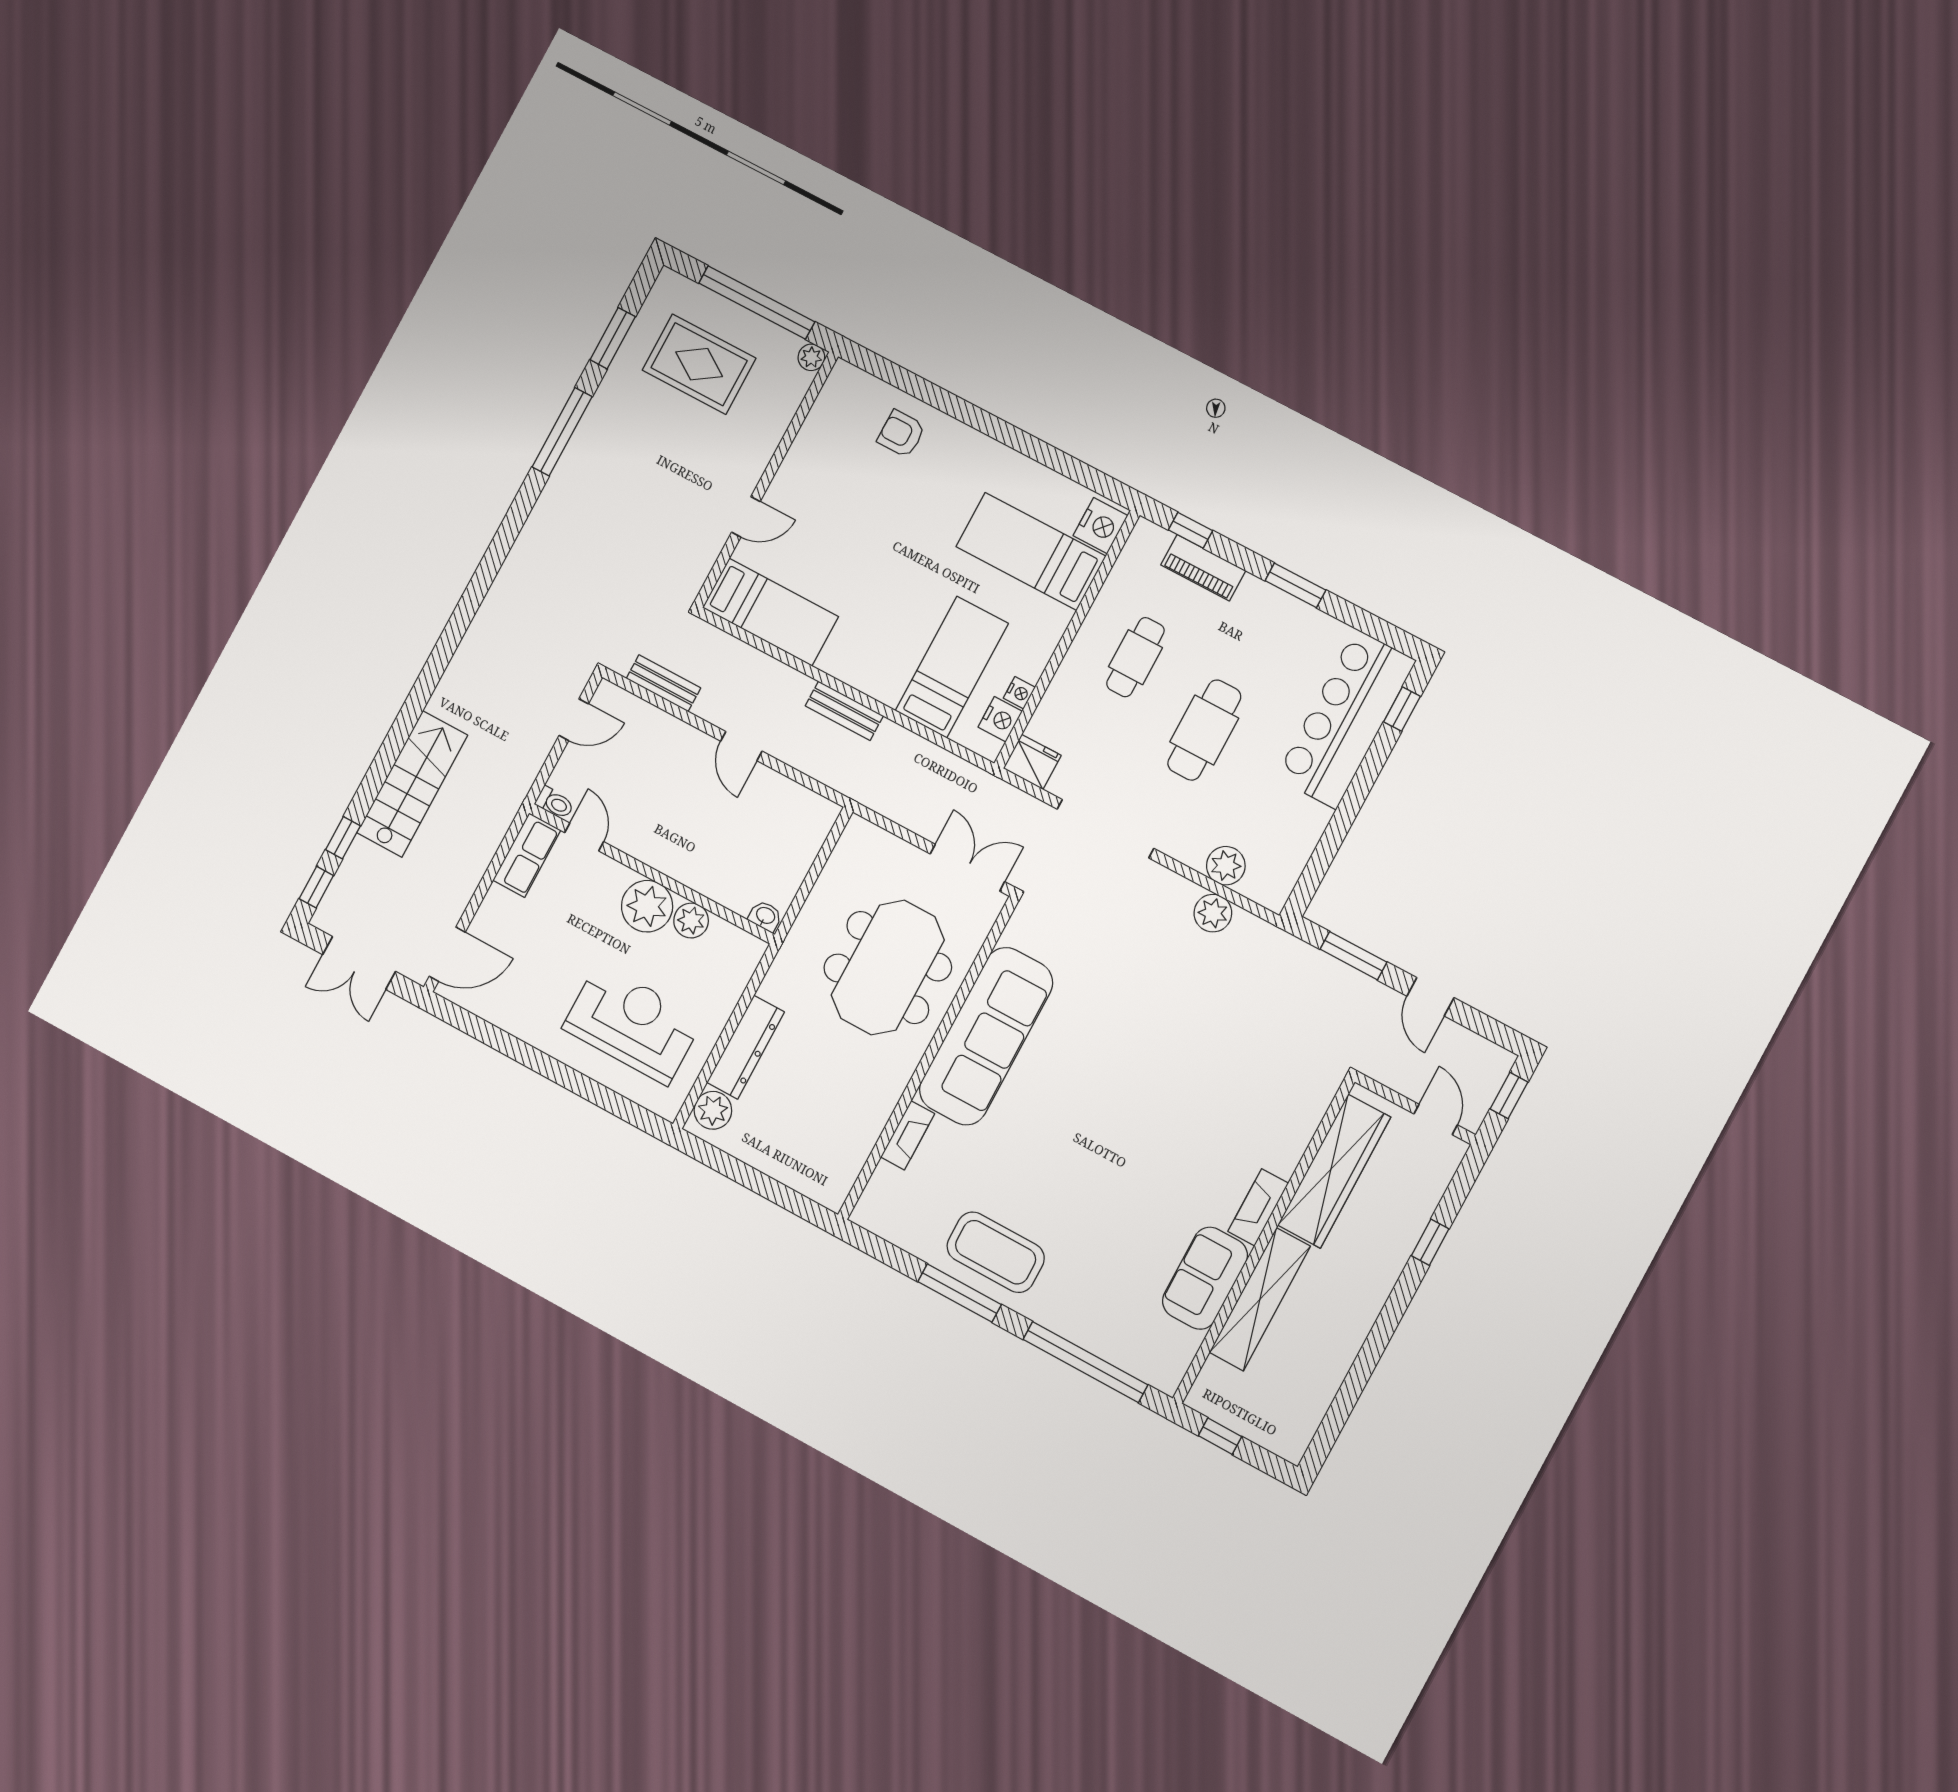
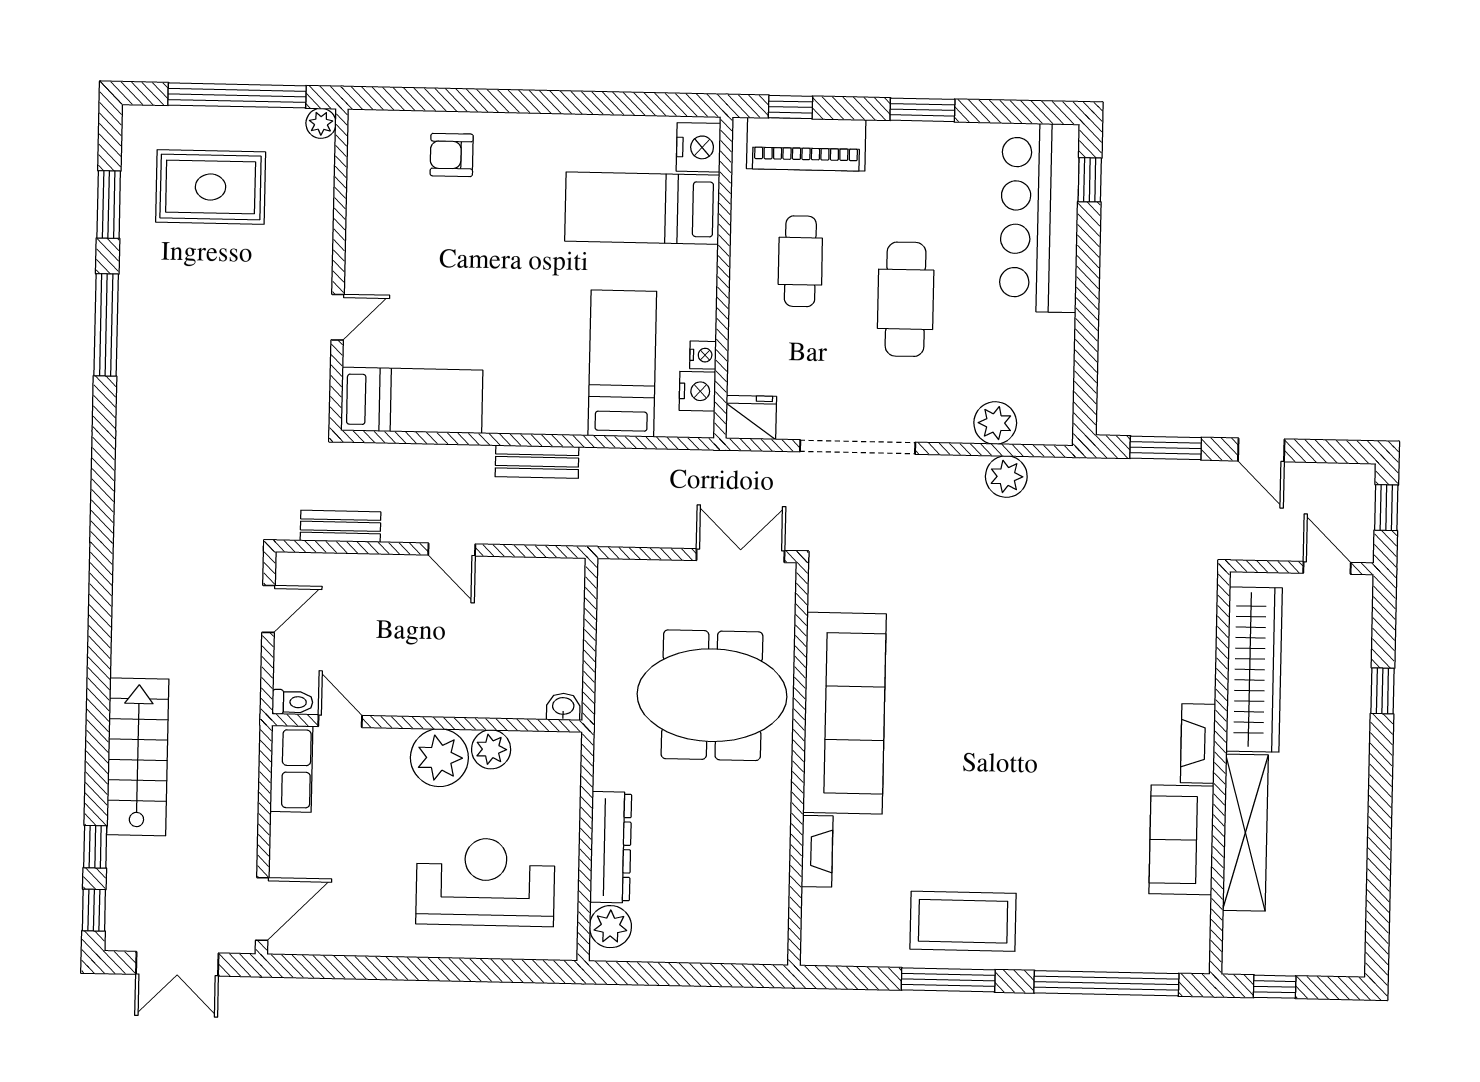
piano: (1203, 568) -> (806, 144), width x1.37, depth x1.33
meeting table: (888, 968) -> (712, 695), turned 90

